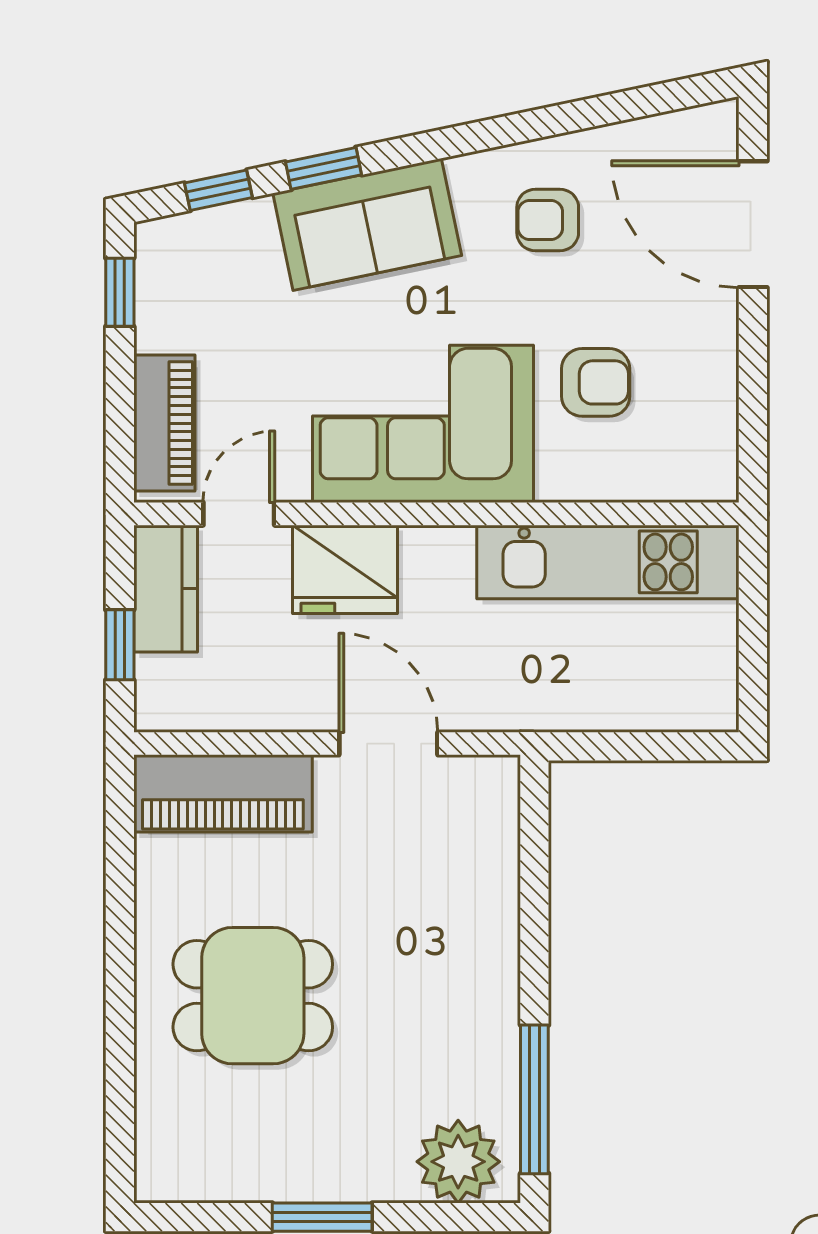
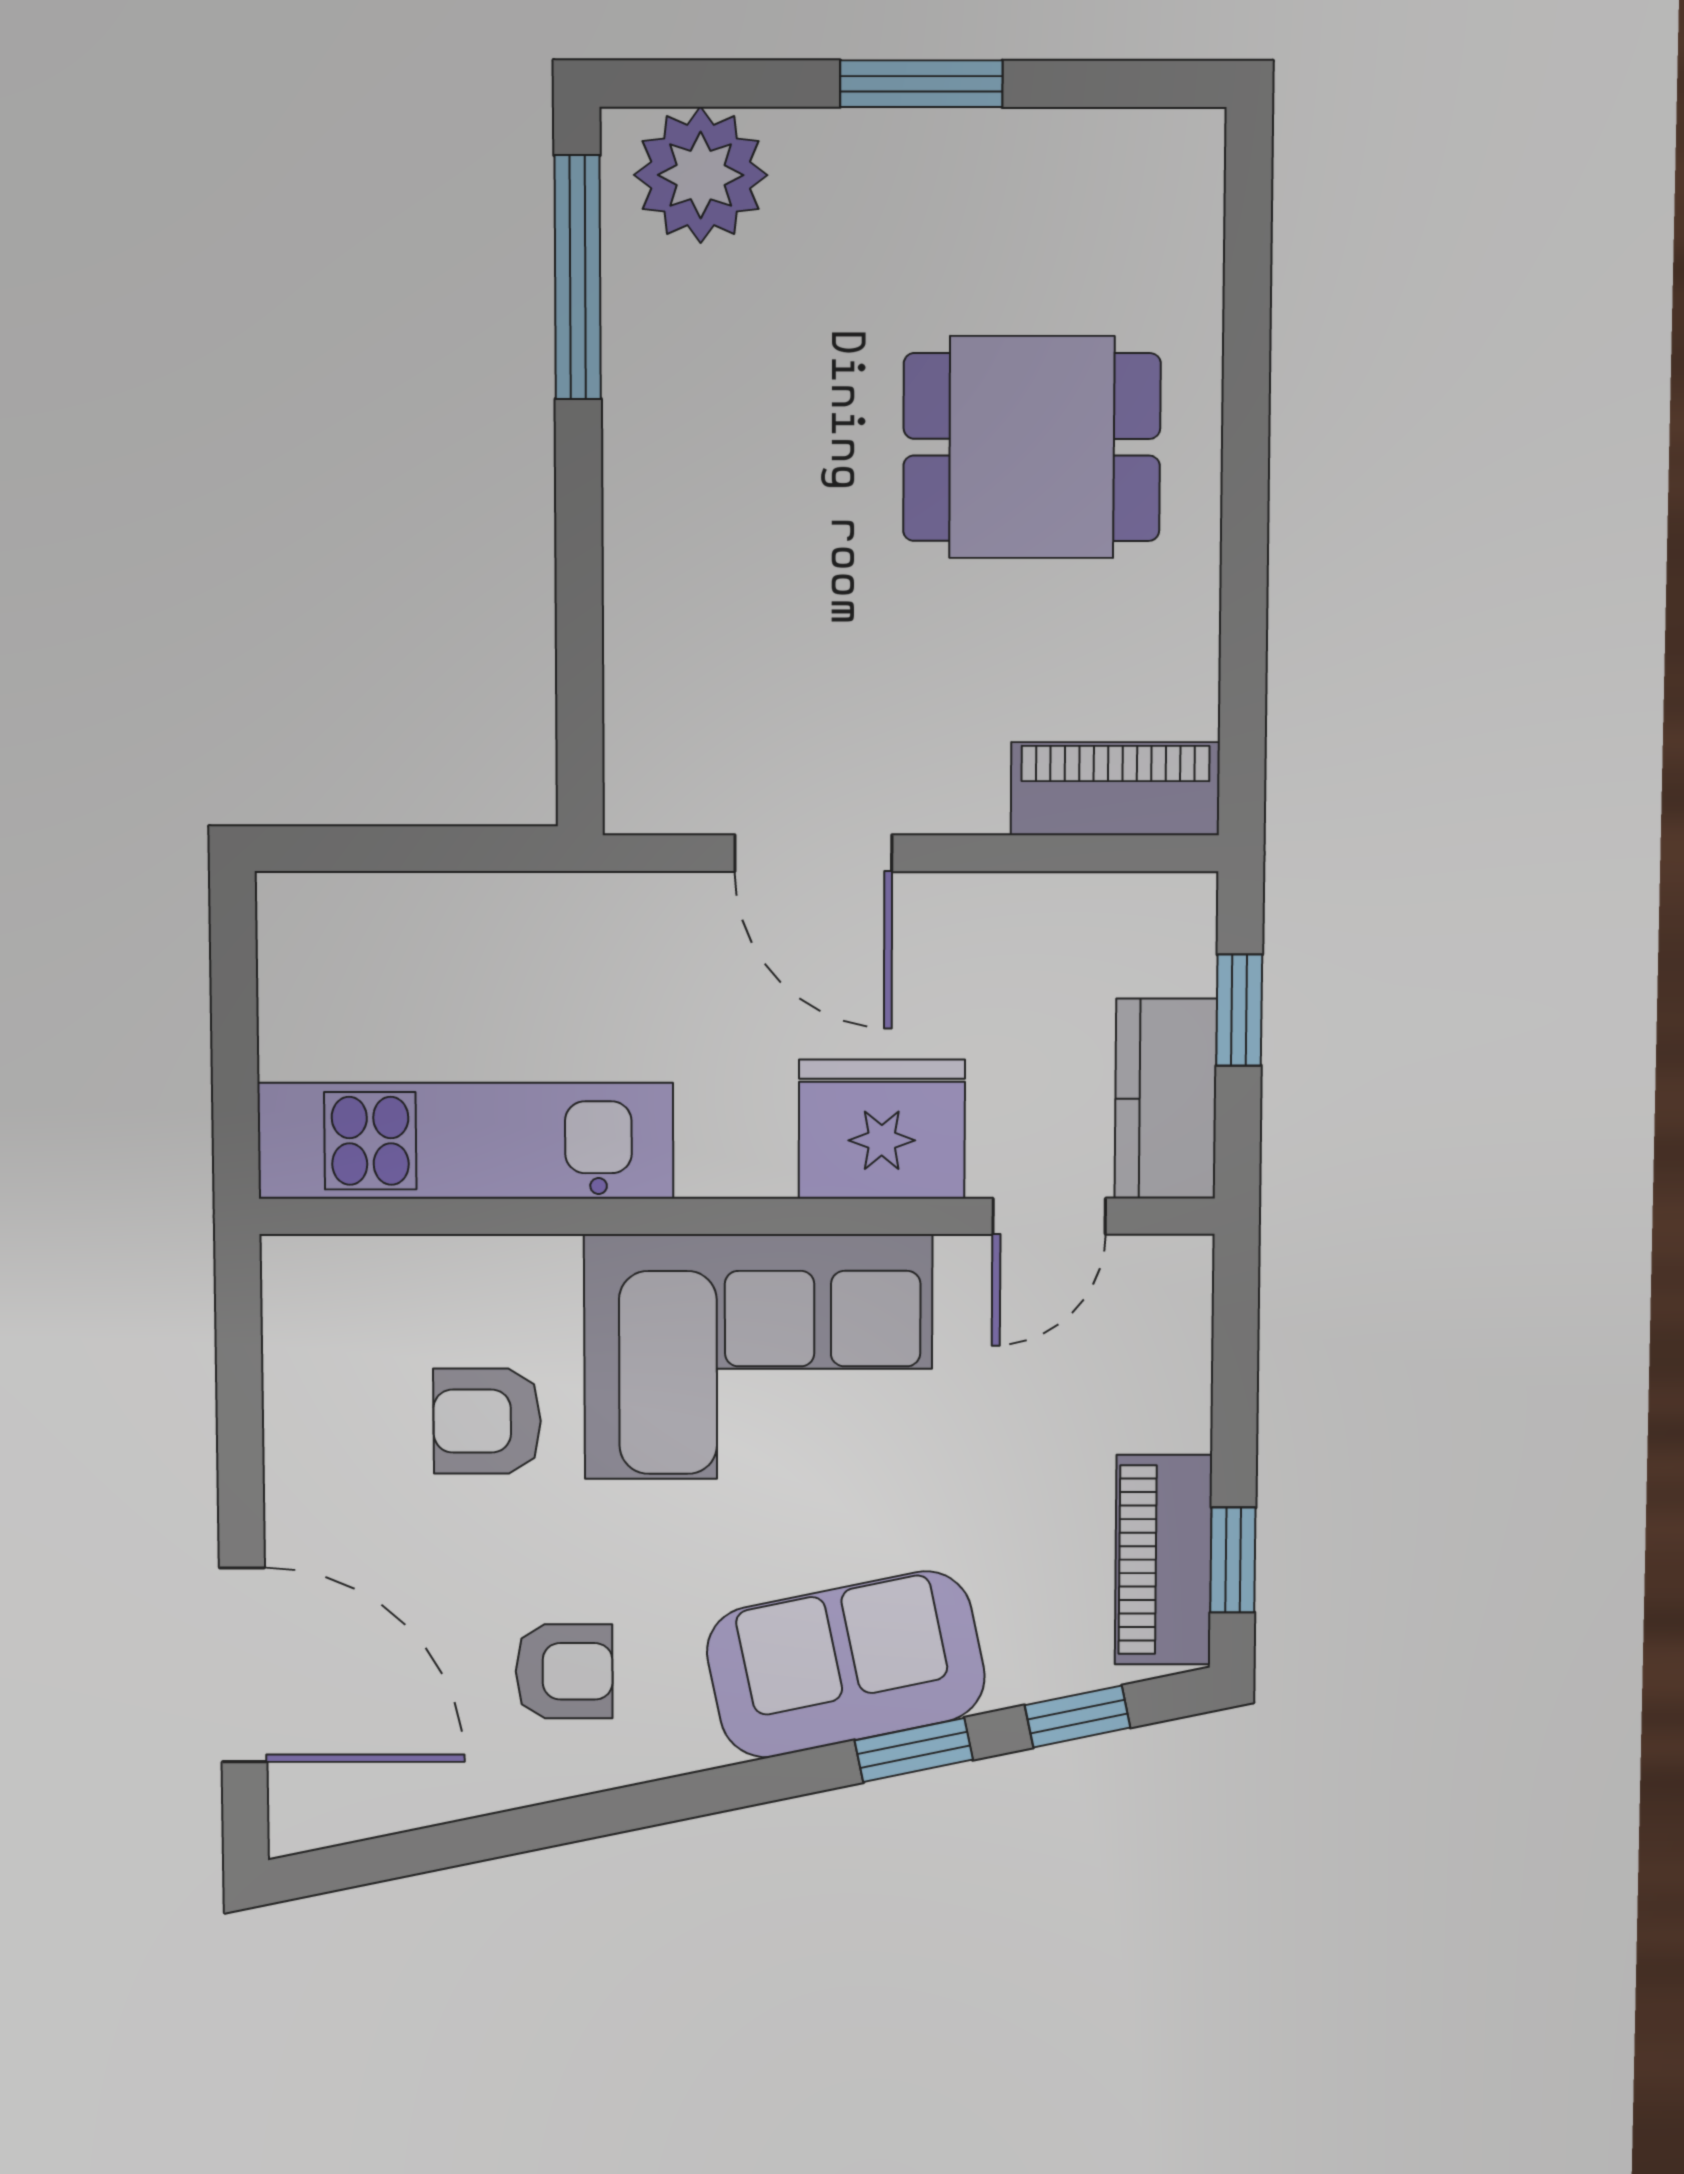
piano: (164, 423) -> (1163, 1560), moved
piano: (223, 793) -> (1115, 789), width x0.73, depth x0.75

